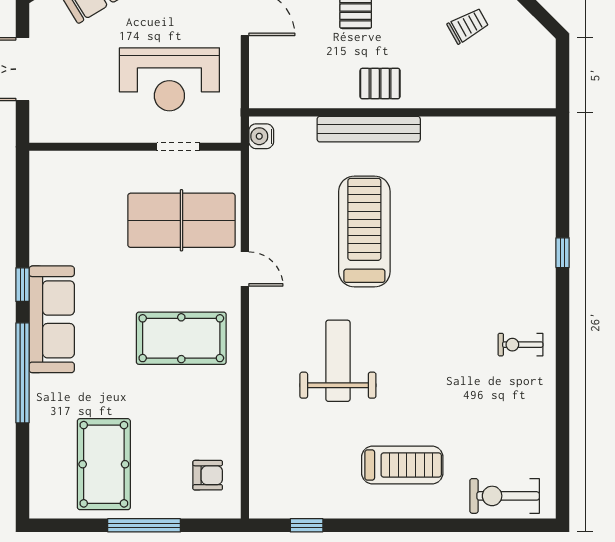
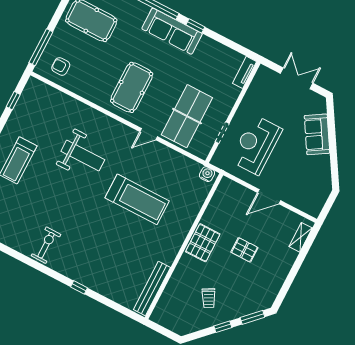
pallet: (380, 84) -> (203, 243), width x1.50, depth x1.42
bench: (369, 129) -> (152, 288), moved
tv unit: (58, 162) -> (245, 72), added
exercise bike: (520, 345) -> (46, 245), width x1.38, depth x1.39
armchair: (208, 475) -> (61, 66), turned 90
window: (144, 525) -> (41, 47), moved

